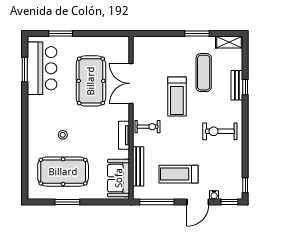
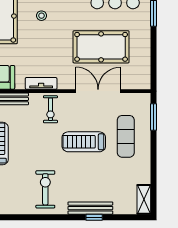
window: (197, 33) -> (153, 117), moved
exercise mat: (204, 73) -> (126, 136), moved, turned 90
bench: (237, 85) -> (90, 208), width x1.36

